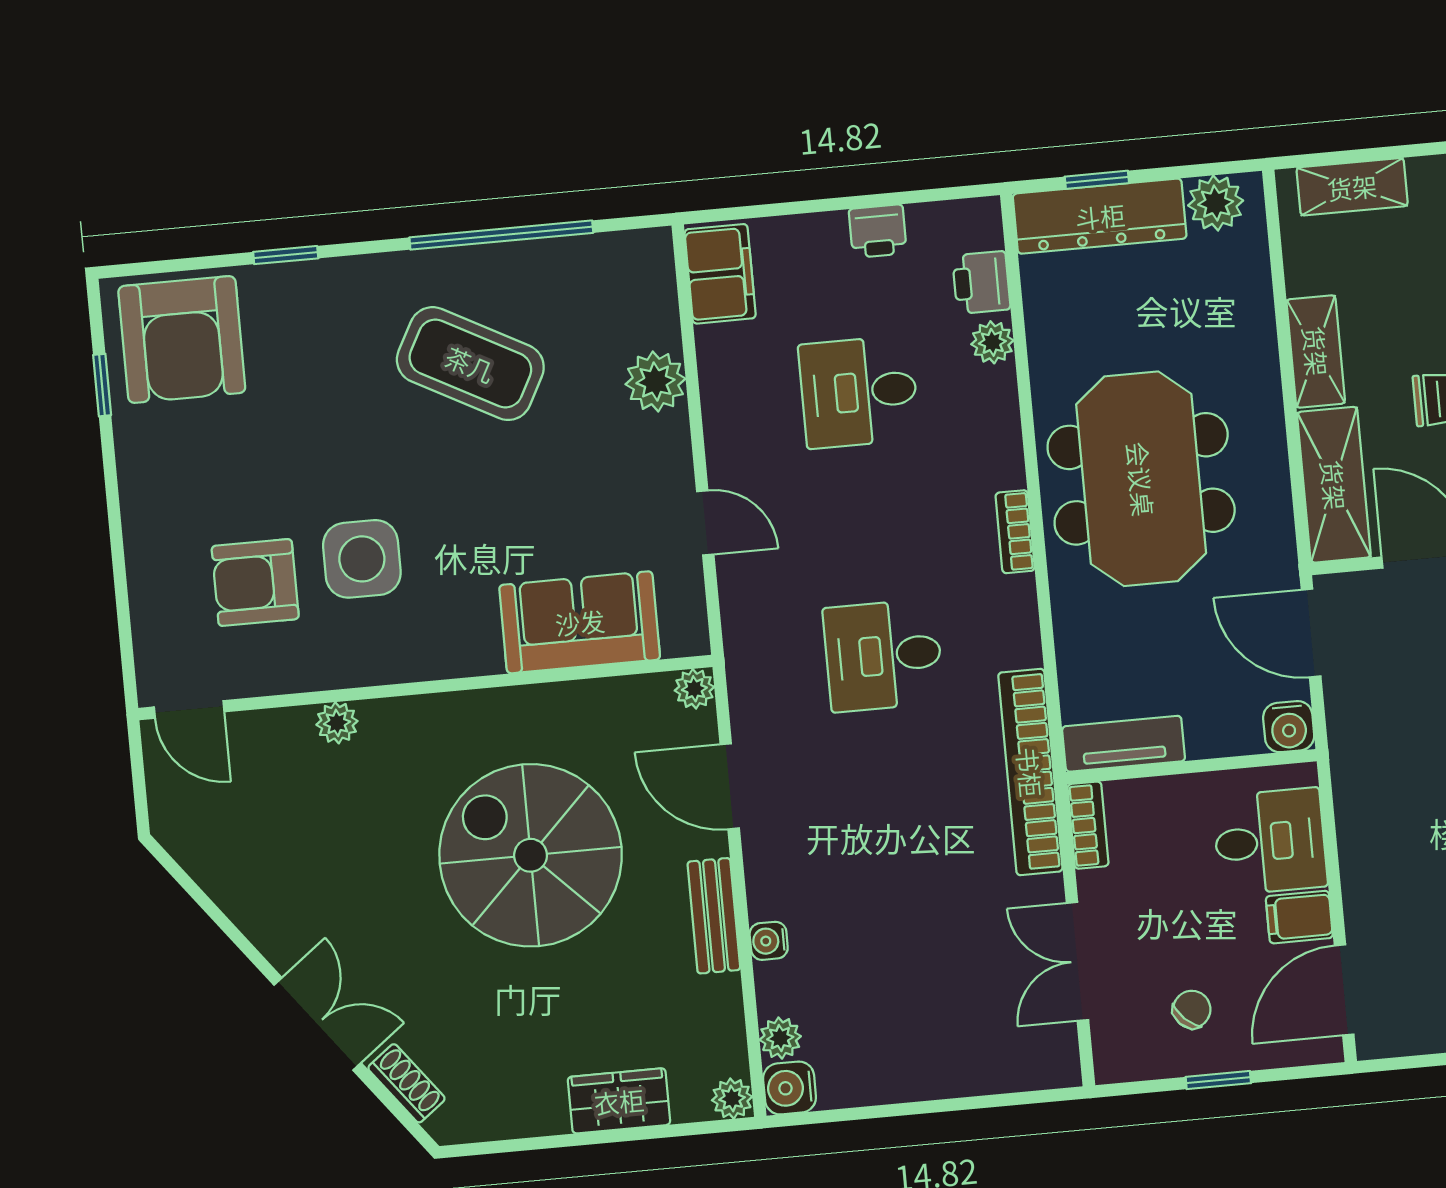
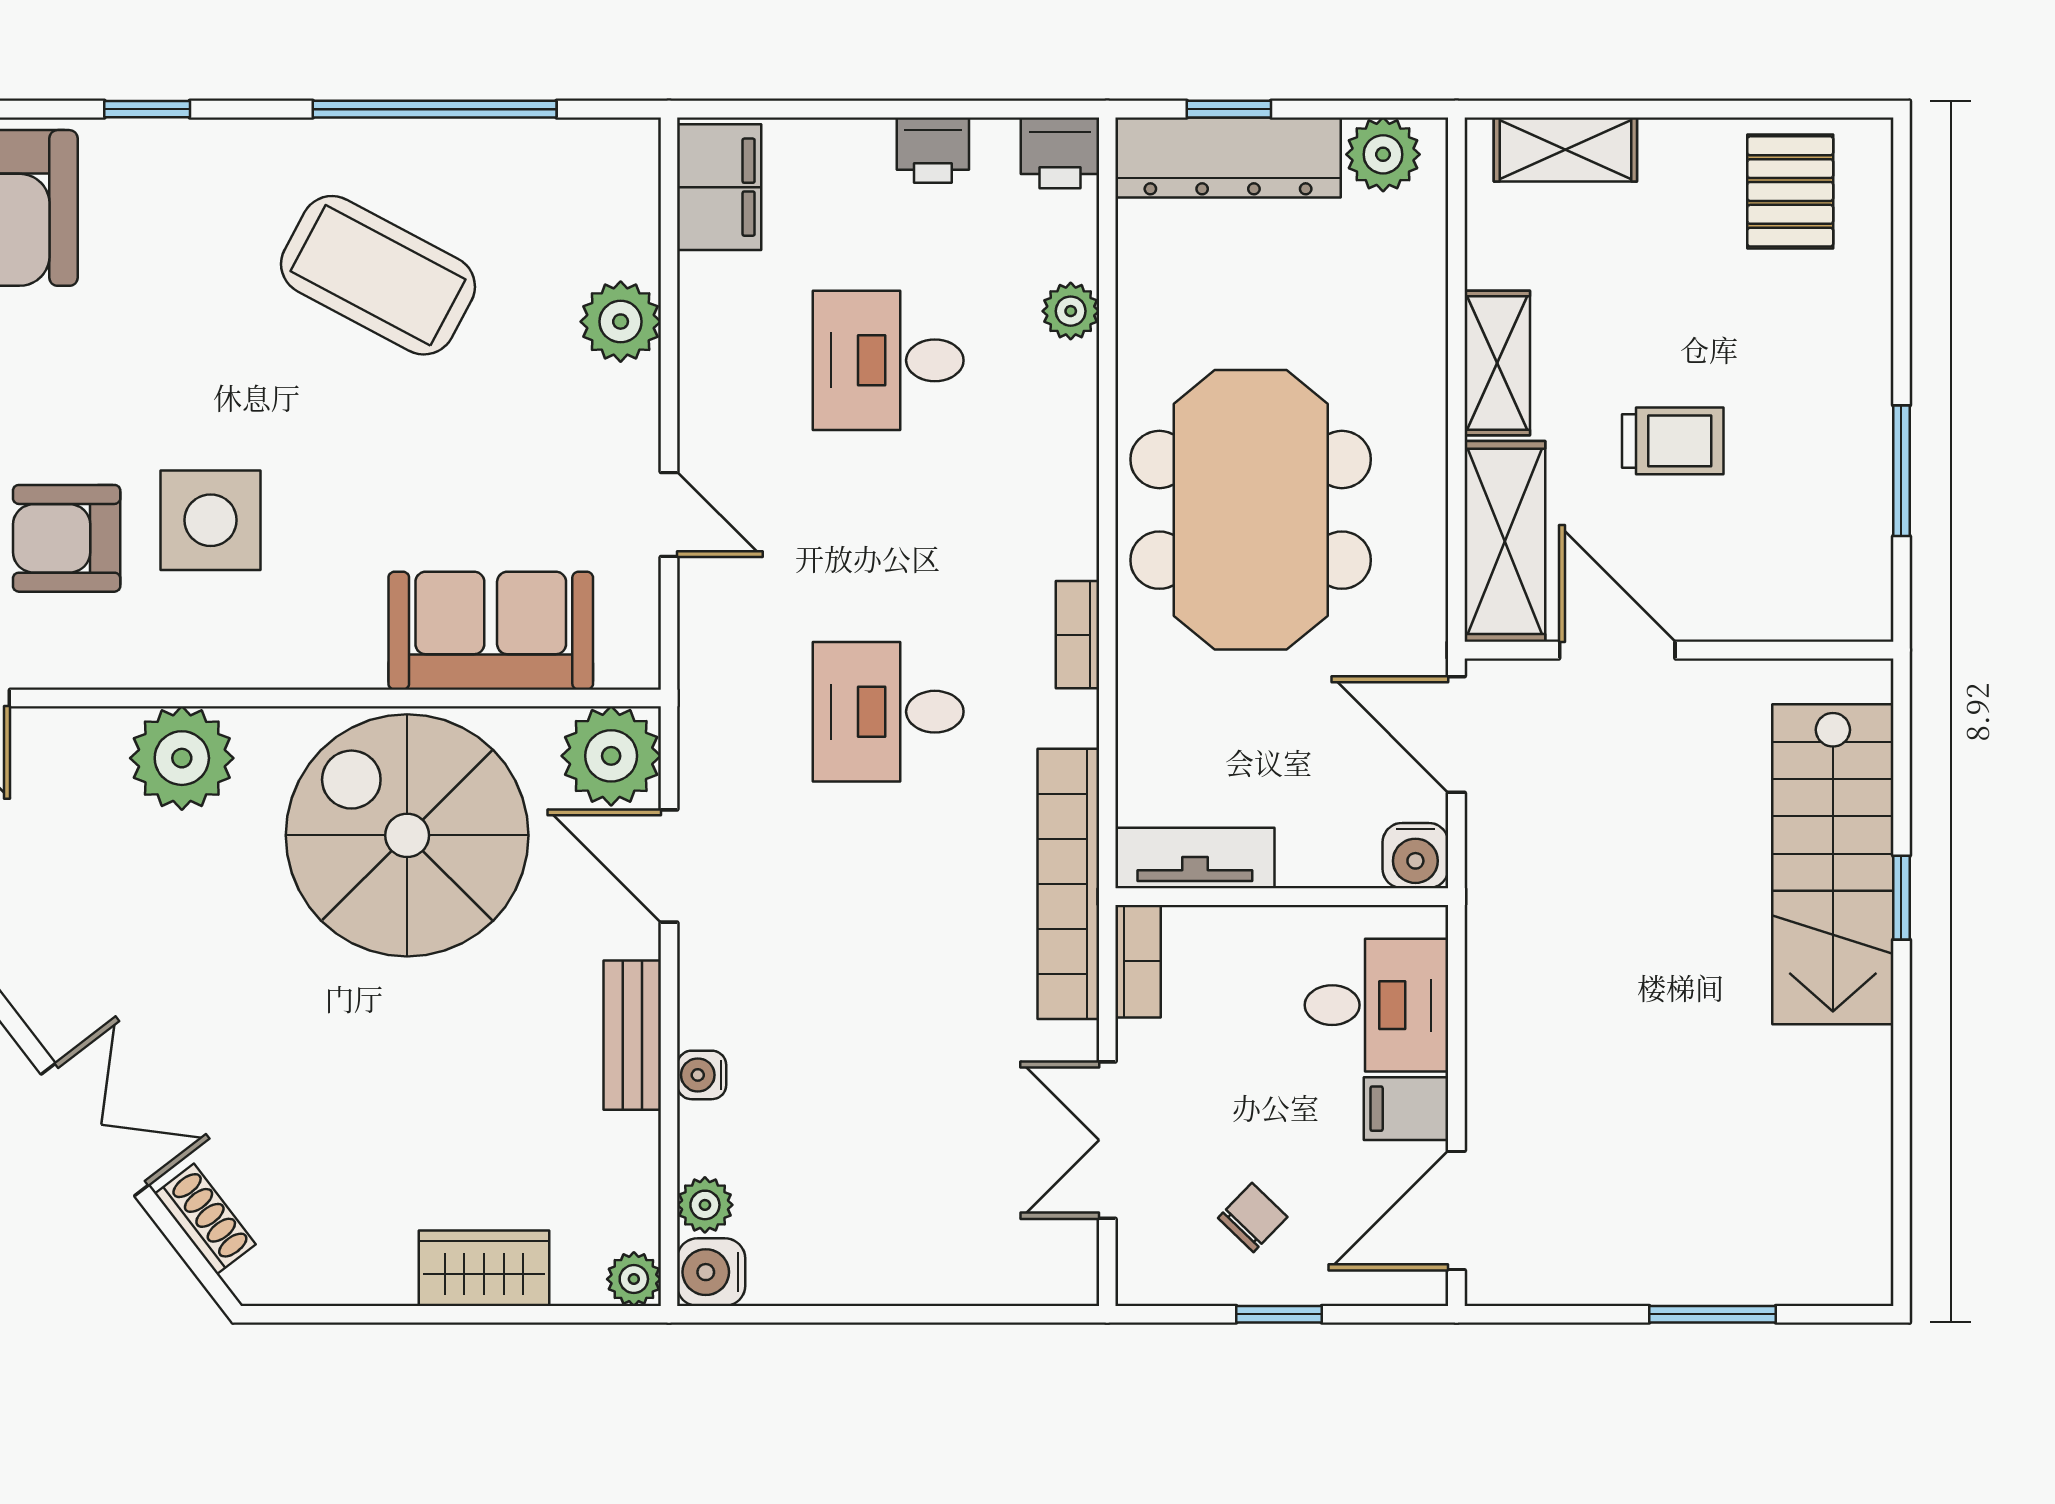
printer: (981, 282) -> (1060, 153), moved, turned -90
bookcase: (1015, 532) -> (1078, 635), moved
plant: (694, 689) -> (611, 756), width x1.88, depth x1.88
plant: (337, 723) -> (182, 758), width x1.88, depth x1.88
spiral stairs: (531, 855) -> (407, 835), moved

